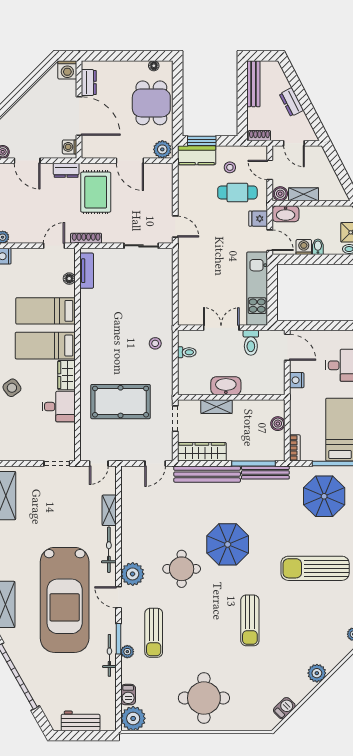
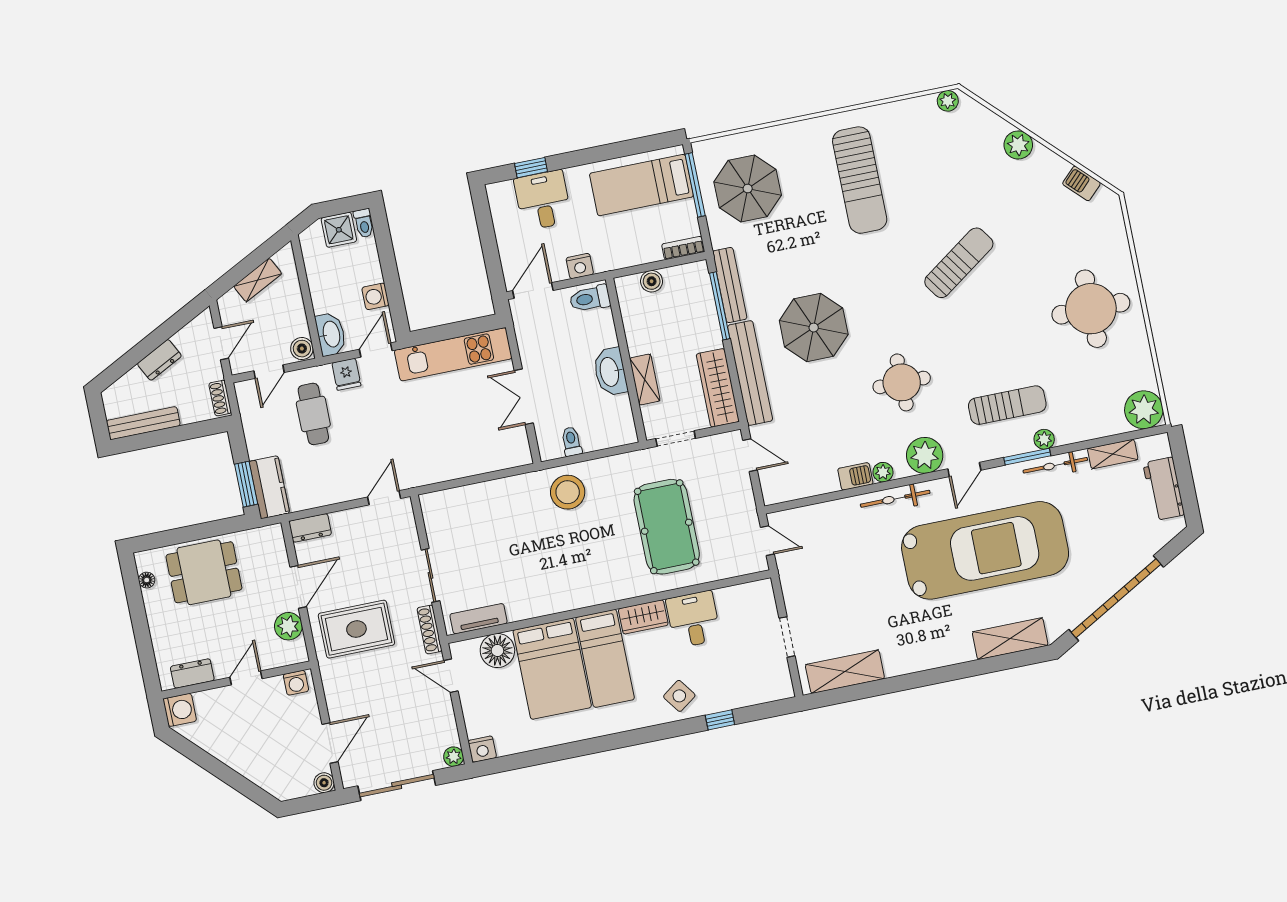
door: (79, 116) -> (246, 678), width x0.53
plant: (162, 149) -> (288, 626), moved
stool: (230, 167) -> (278, 433), removed
dresser: (66, 170) -> (310, 528), moved, turned 90
shelving: (304, 194) -> (258, 280), moved, turned 63
sliding door: (141, 246) -> (430, 575), moved
bidet: (318, 247) -> (371, 275), removed
floor lamp: (69, 279) -> (497, 651), width x1.89, depth x1.89
bed: (45, 311) -> (552, 669), width x1.50
stool: (155, 343) -> (568, 492), width x1.89, depth x1.89
toilet: (251, 343) -> (590, 299), moved, turned 180
doorway: (57, 463) -> (787, 637), moved
shelving: (109, 510) -> (1113, 454), moved
parasol: (228, 544) -> (814, 328), moved
plant: (127, 545) -> (883, 472), added
sun lounger: (250, 620) -> (959, 263), turned -35
barbecue: (128, 695) -> (855, 476), moved

